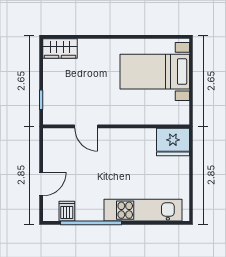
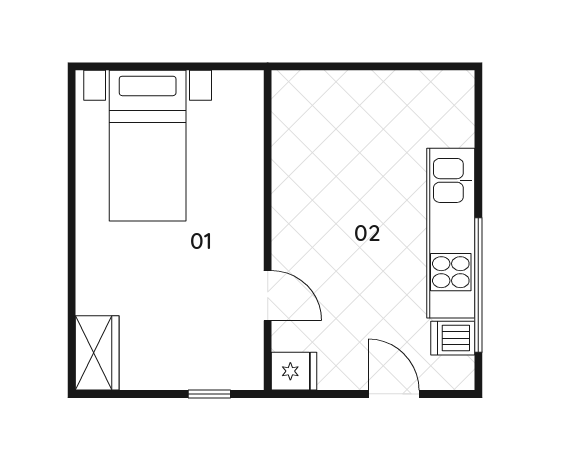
door: (86, 126) -> (268, 296), hinge flipped
fridge: (173, 142) -> (294, 371), moved, width x0.53, depth x0.75
kitchen unit: (143, 210) -> (451, 233), moved

